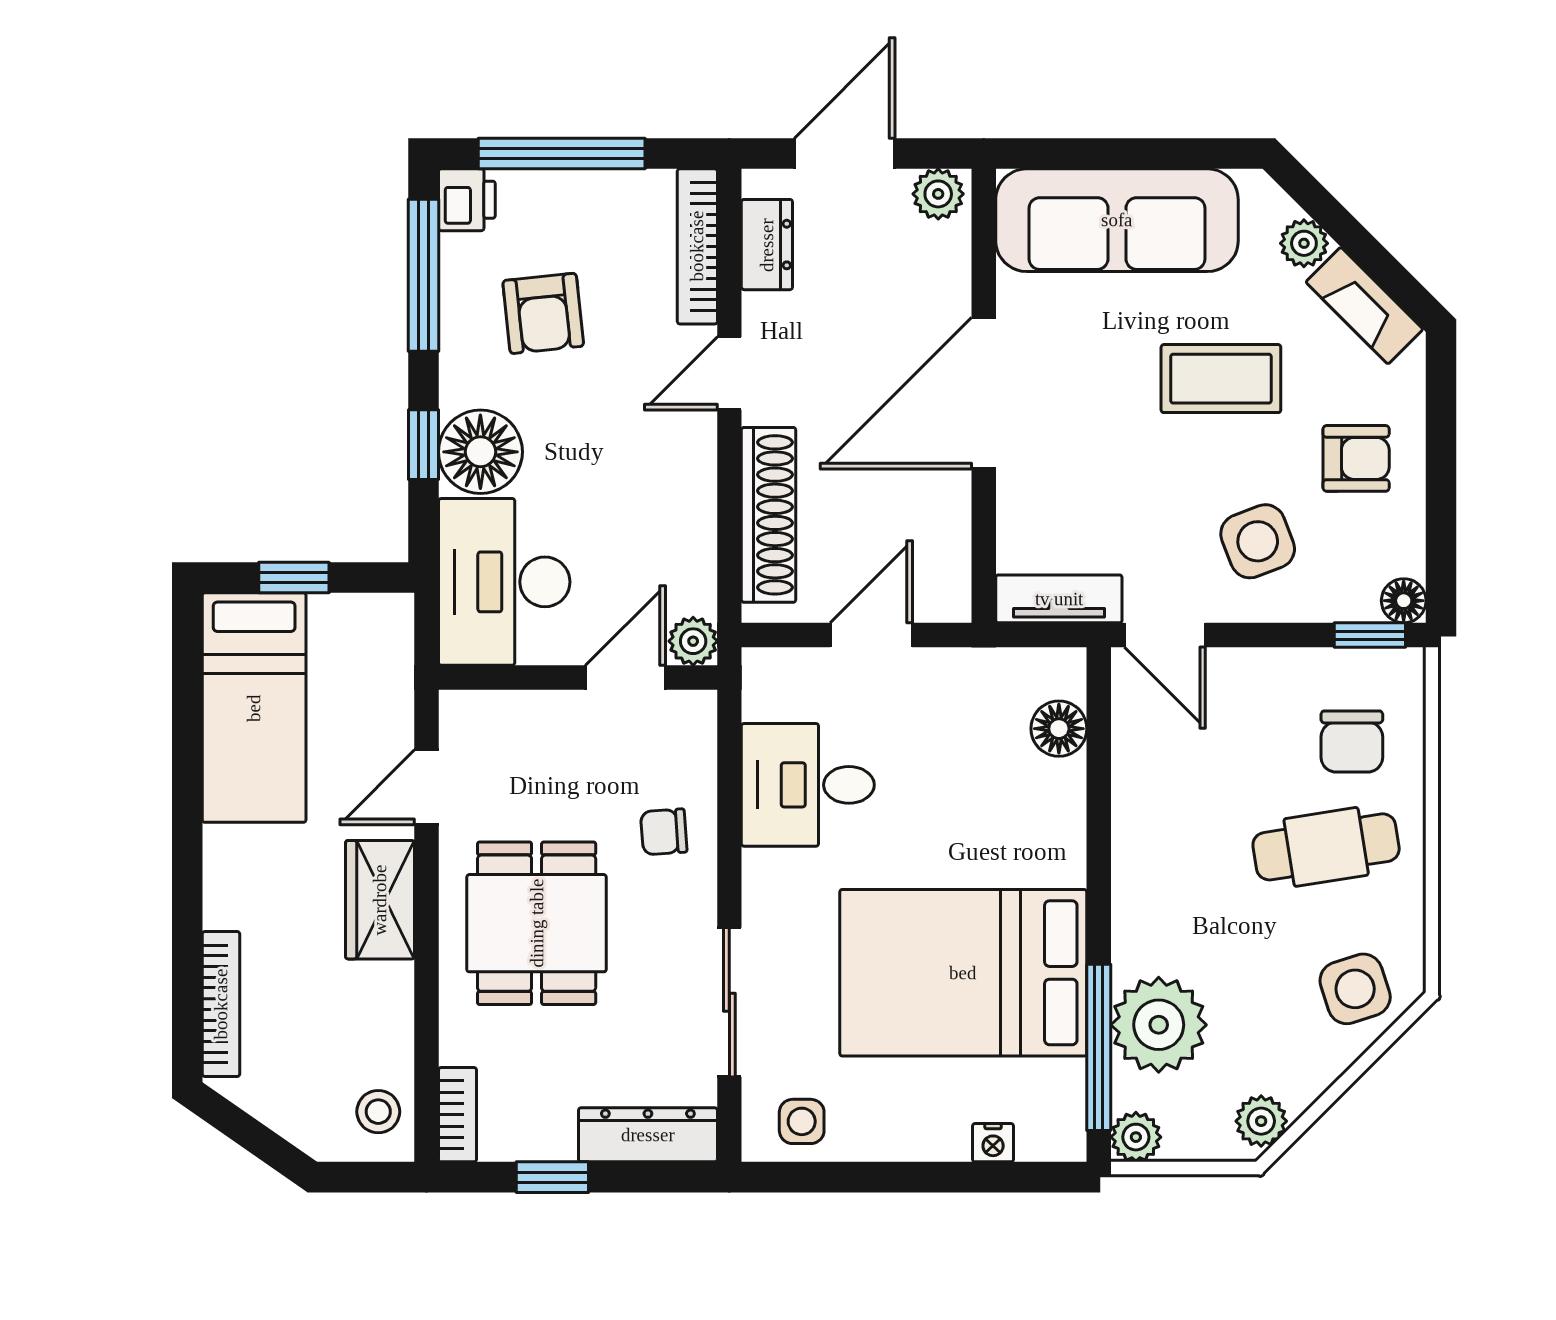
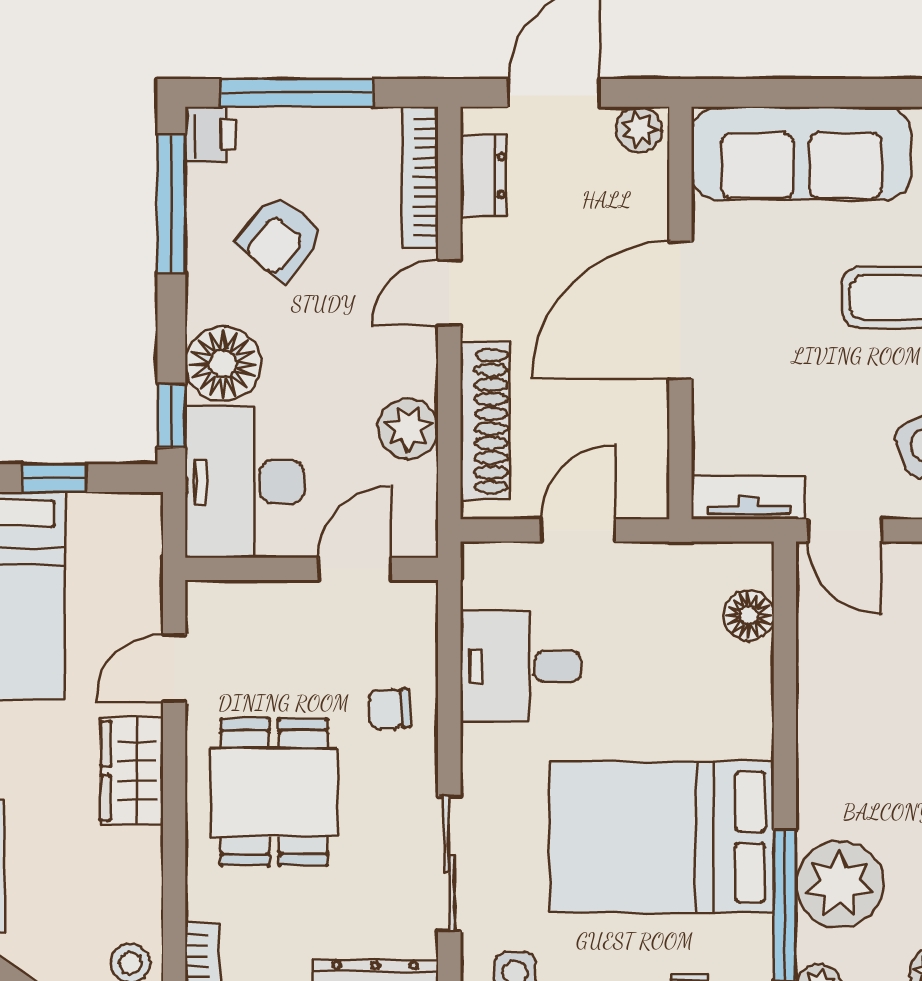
armchair: (543, 313) -> (280, 238), turned 45
window: (424, 445) -> (171, 416), moved
plant: (693, 641) -> (408, 429), moved, width x1.38, depth x1.38

